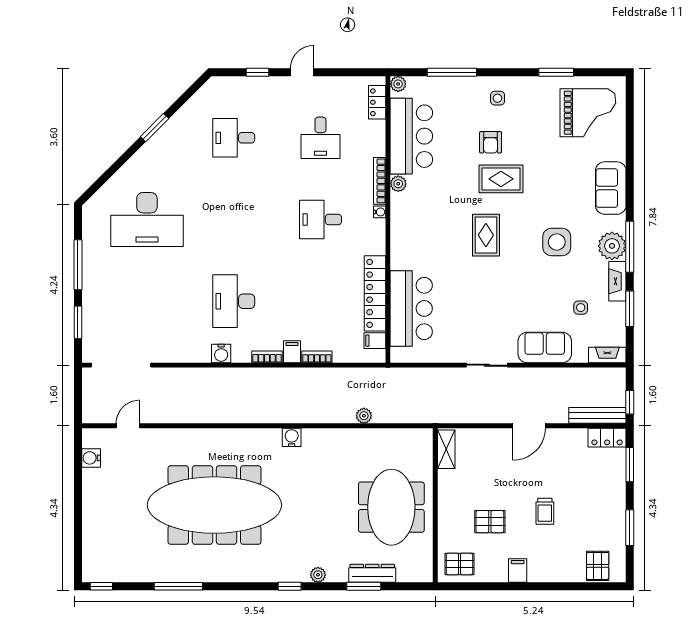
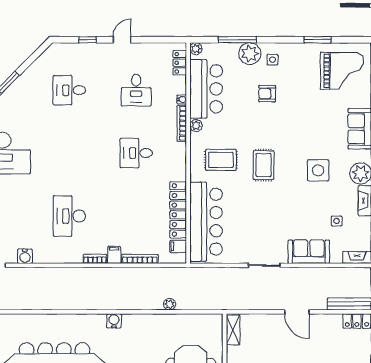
plant: (468, 90) -> (250, 54), added
armchair: (491, 142) -> (267, 94), turned 90
rug: (501, 179) -> (221, 160), moved
water cooler: (380, 212) -> (182, 99), moved
bar counter: (411, 308) -> (206, 222), width x1.36
water cooler: (221, 353) -> (25, 256), moved
bookcase: (317, 357) -> (140, 259), width x1.56
door: (529, 426) -> (297, 312), hinge flipped

